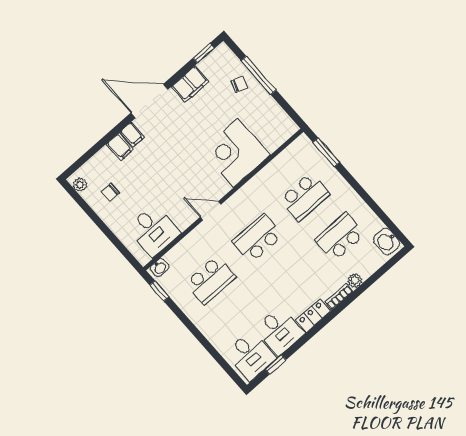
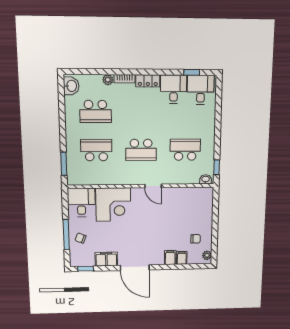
filing cabinet: (132, 134) -> (182, 258), moved
desk: (154, 230) -> (81, 202), moved

